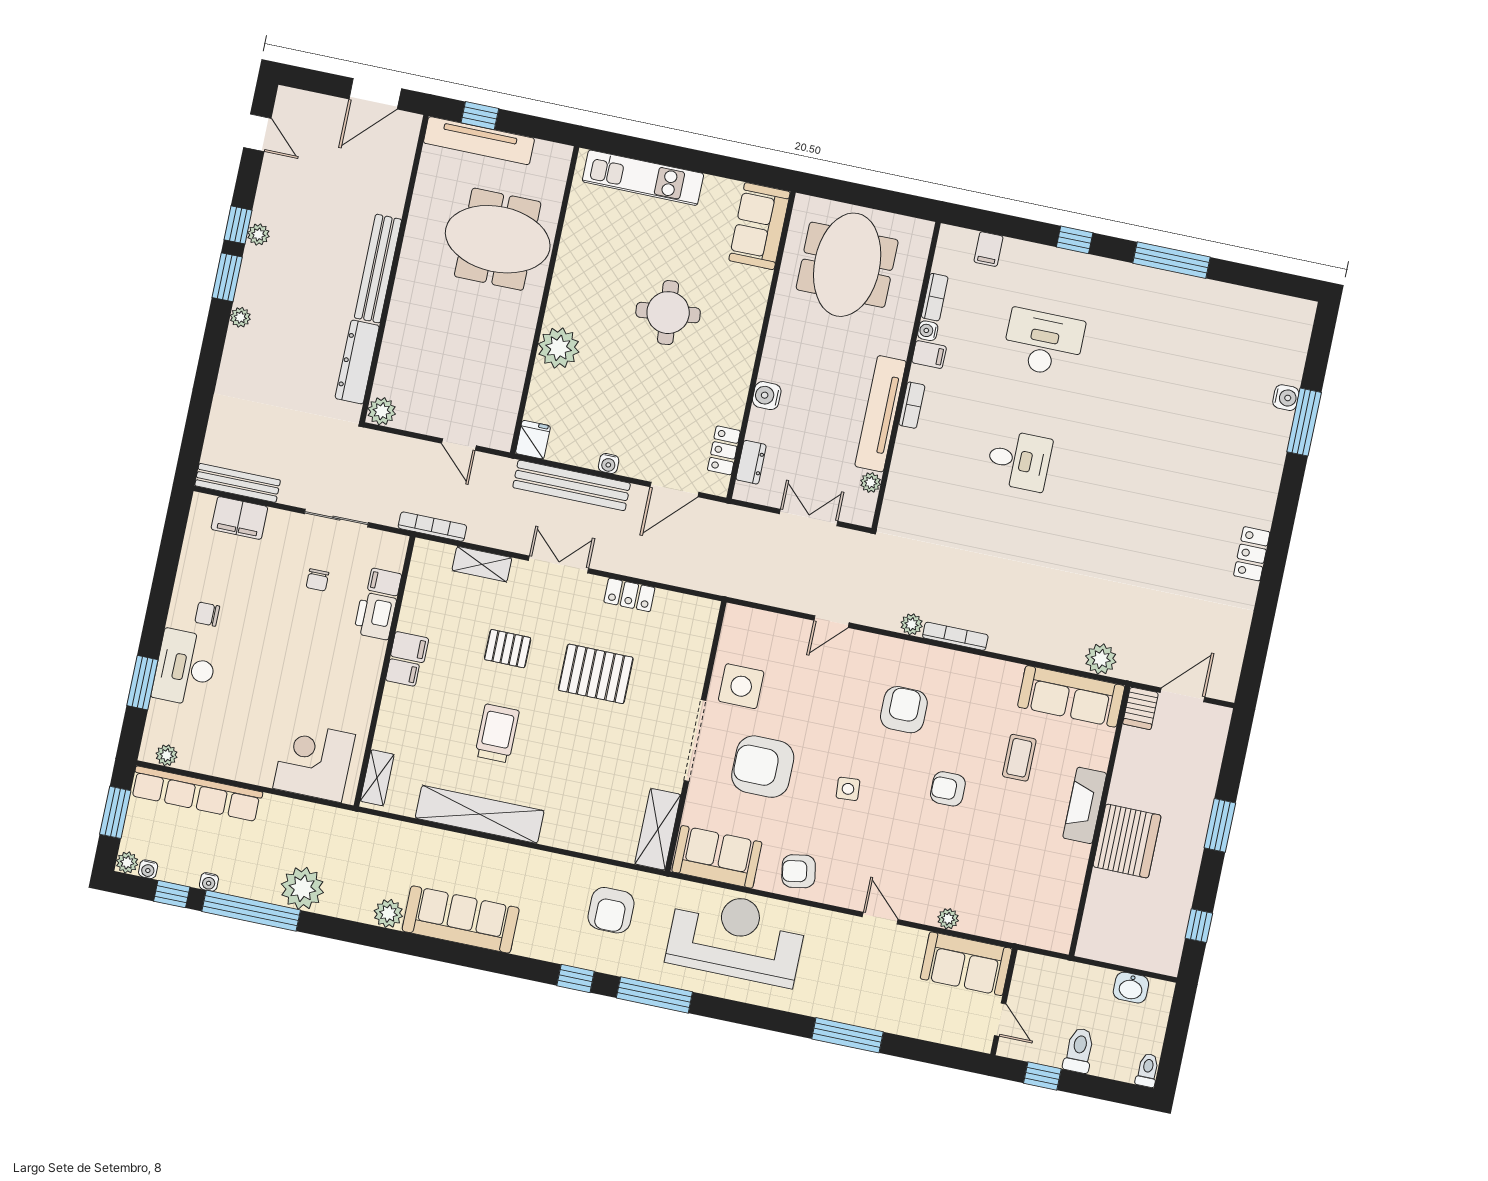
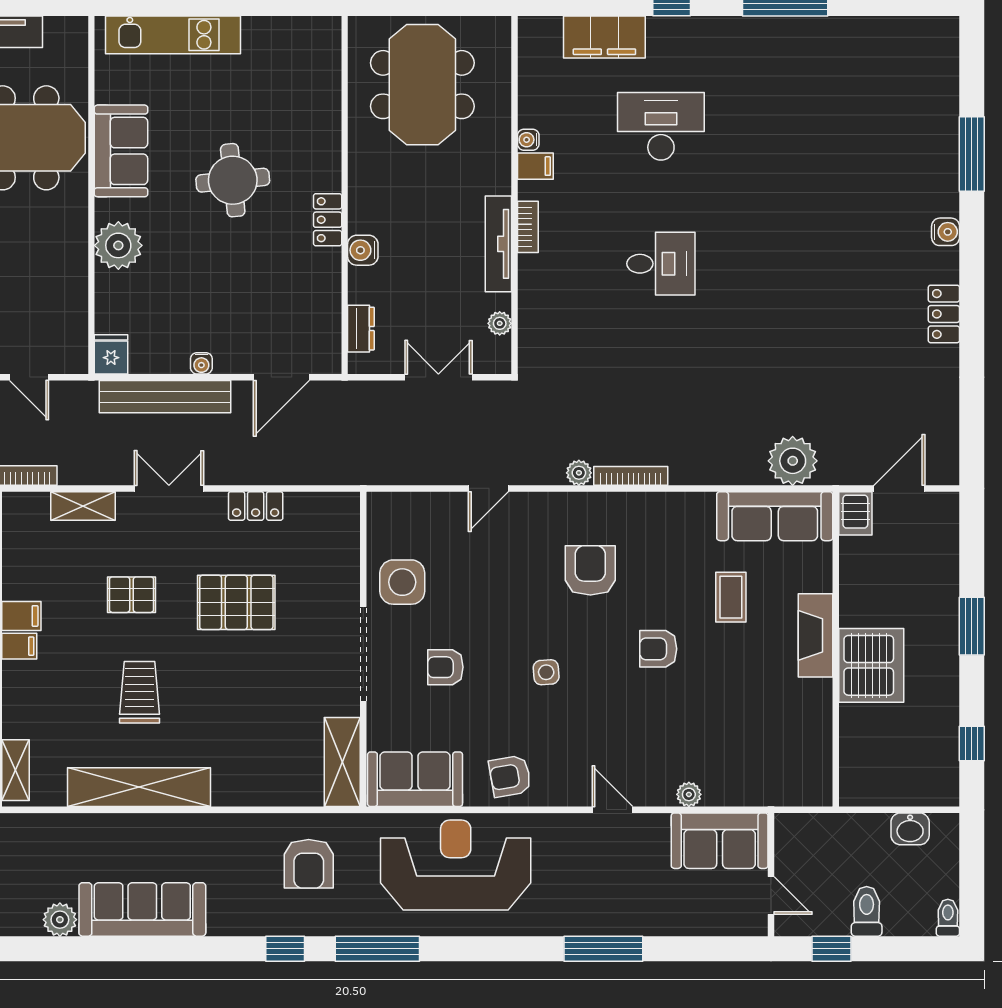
sofa: (759, 226) -> (121, 151), moved, turned 180
filing cabinet: (988, 249) -> (604, 37), width x3.00, depth x1.17
bookcase: (935, 297) -> (528, 100), removed
water cooler: (1286, 398) -> (946, 232), moved
tv unit: (881, 414) -> (498, 244), width x0.73, depth x0.78
locker: (724, 450) -> (328, 220), moved
plant: (1101, 659) -> (793, 461), width x1.36, depth x1.36
armchair: (763, 767) -> (445, 667), width x0.53, depth x0.53

